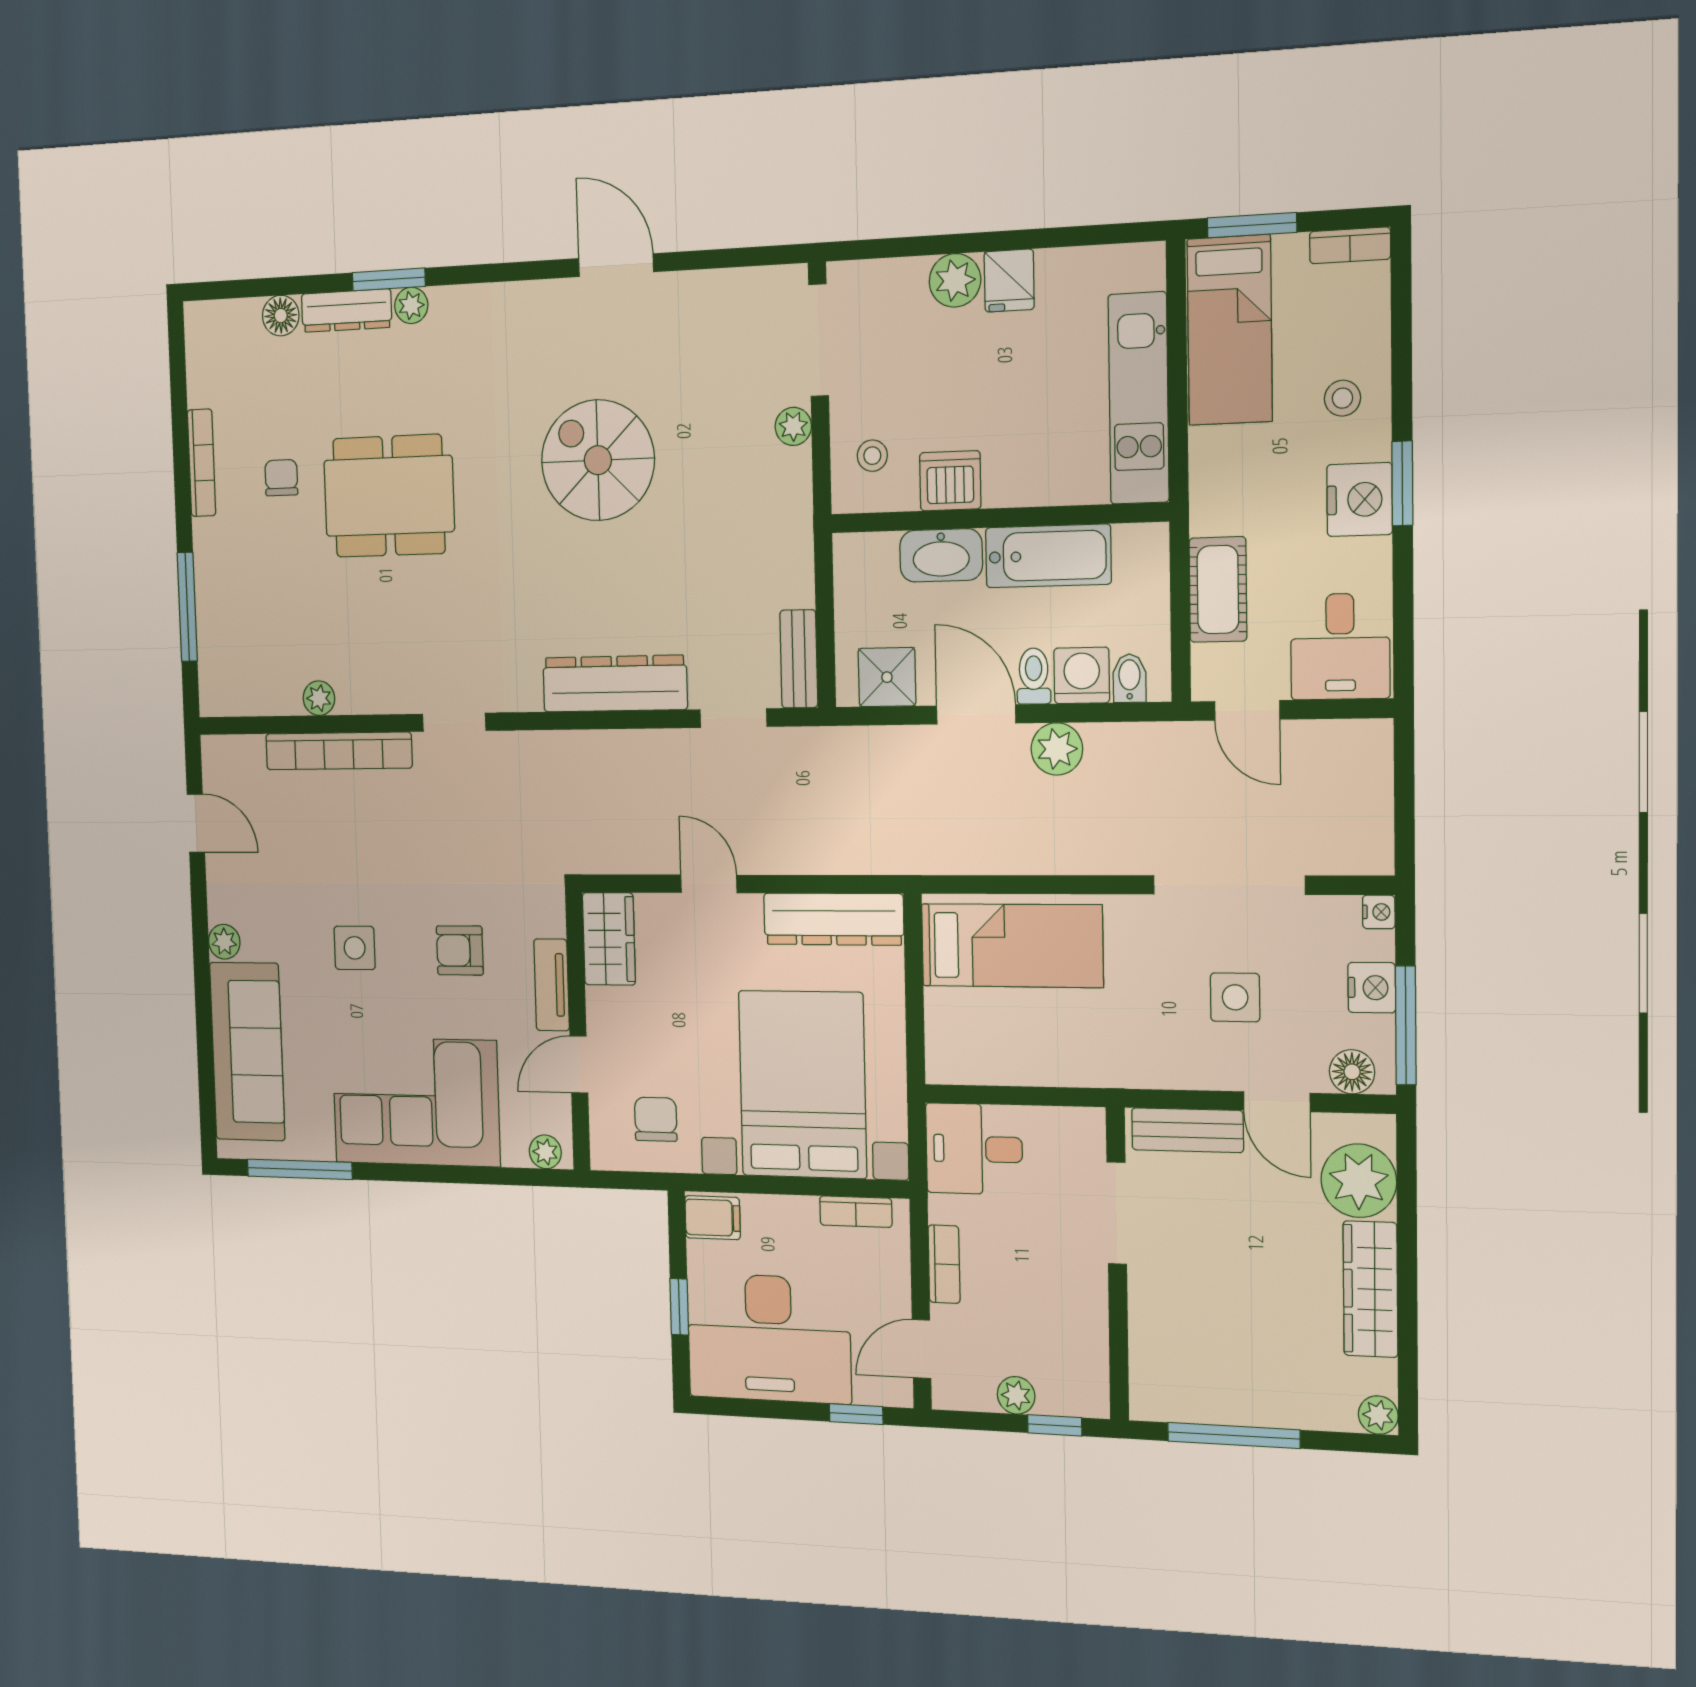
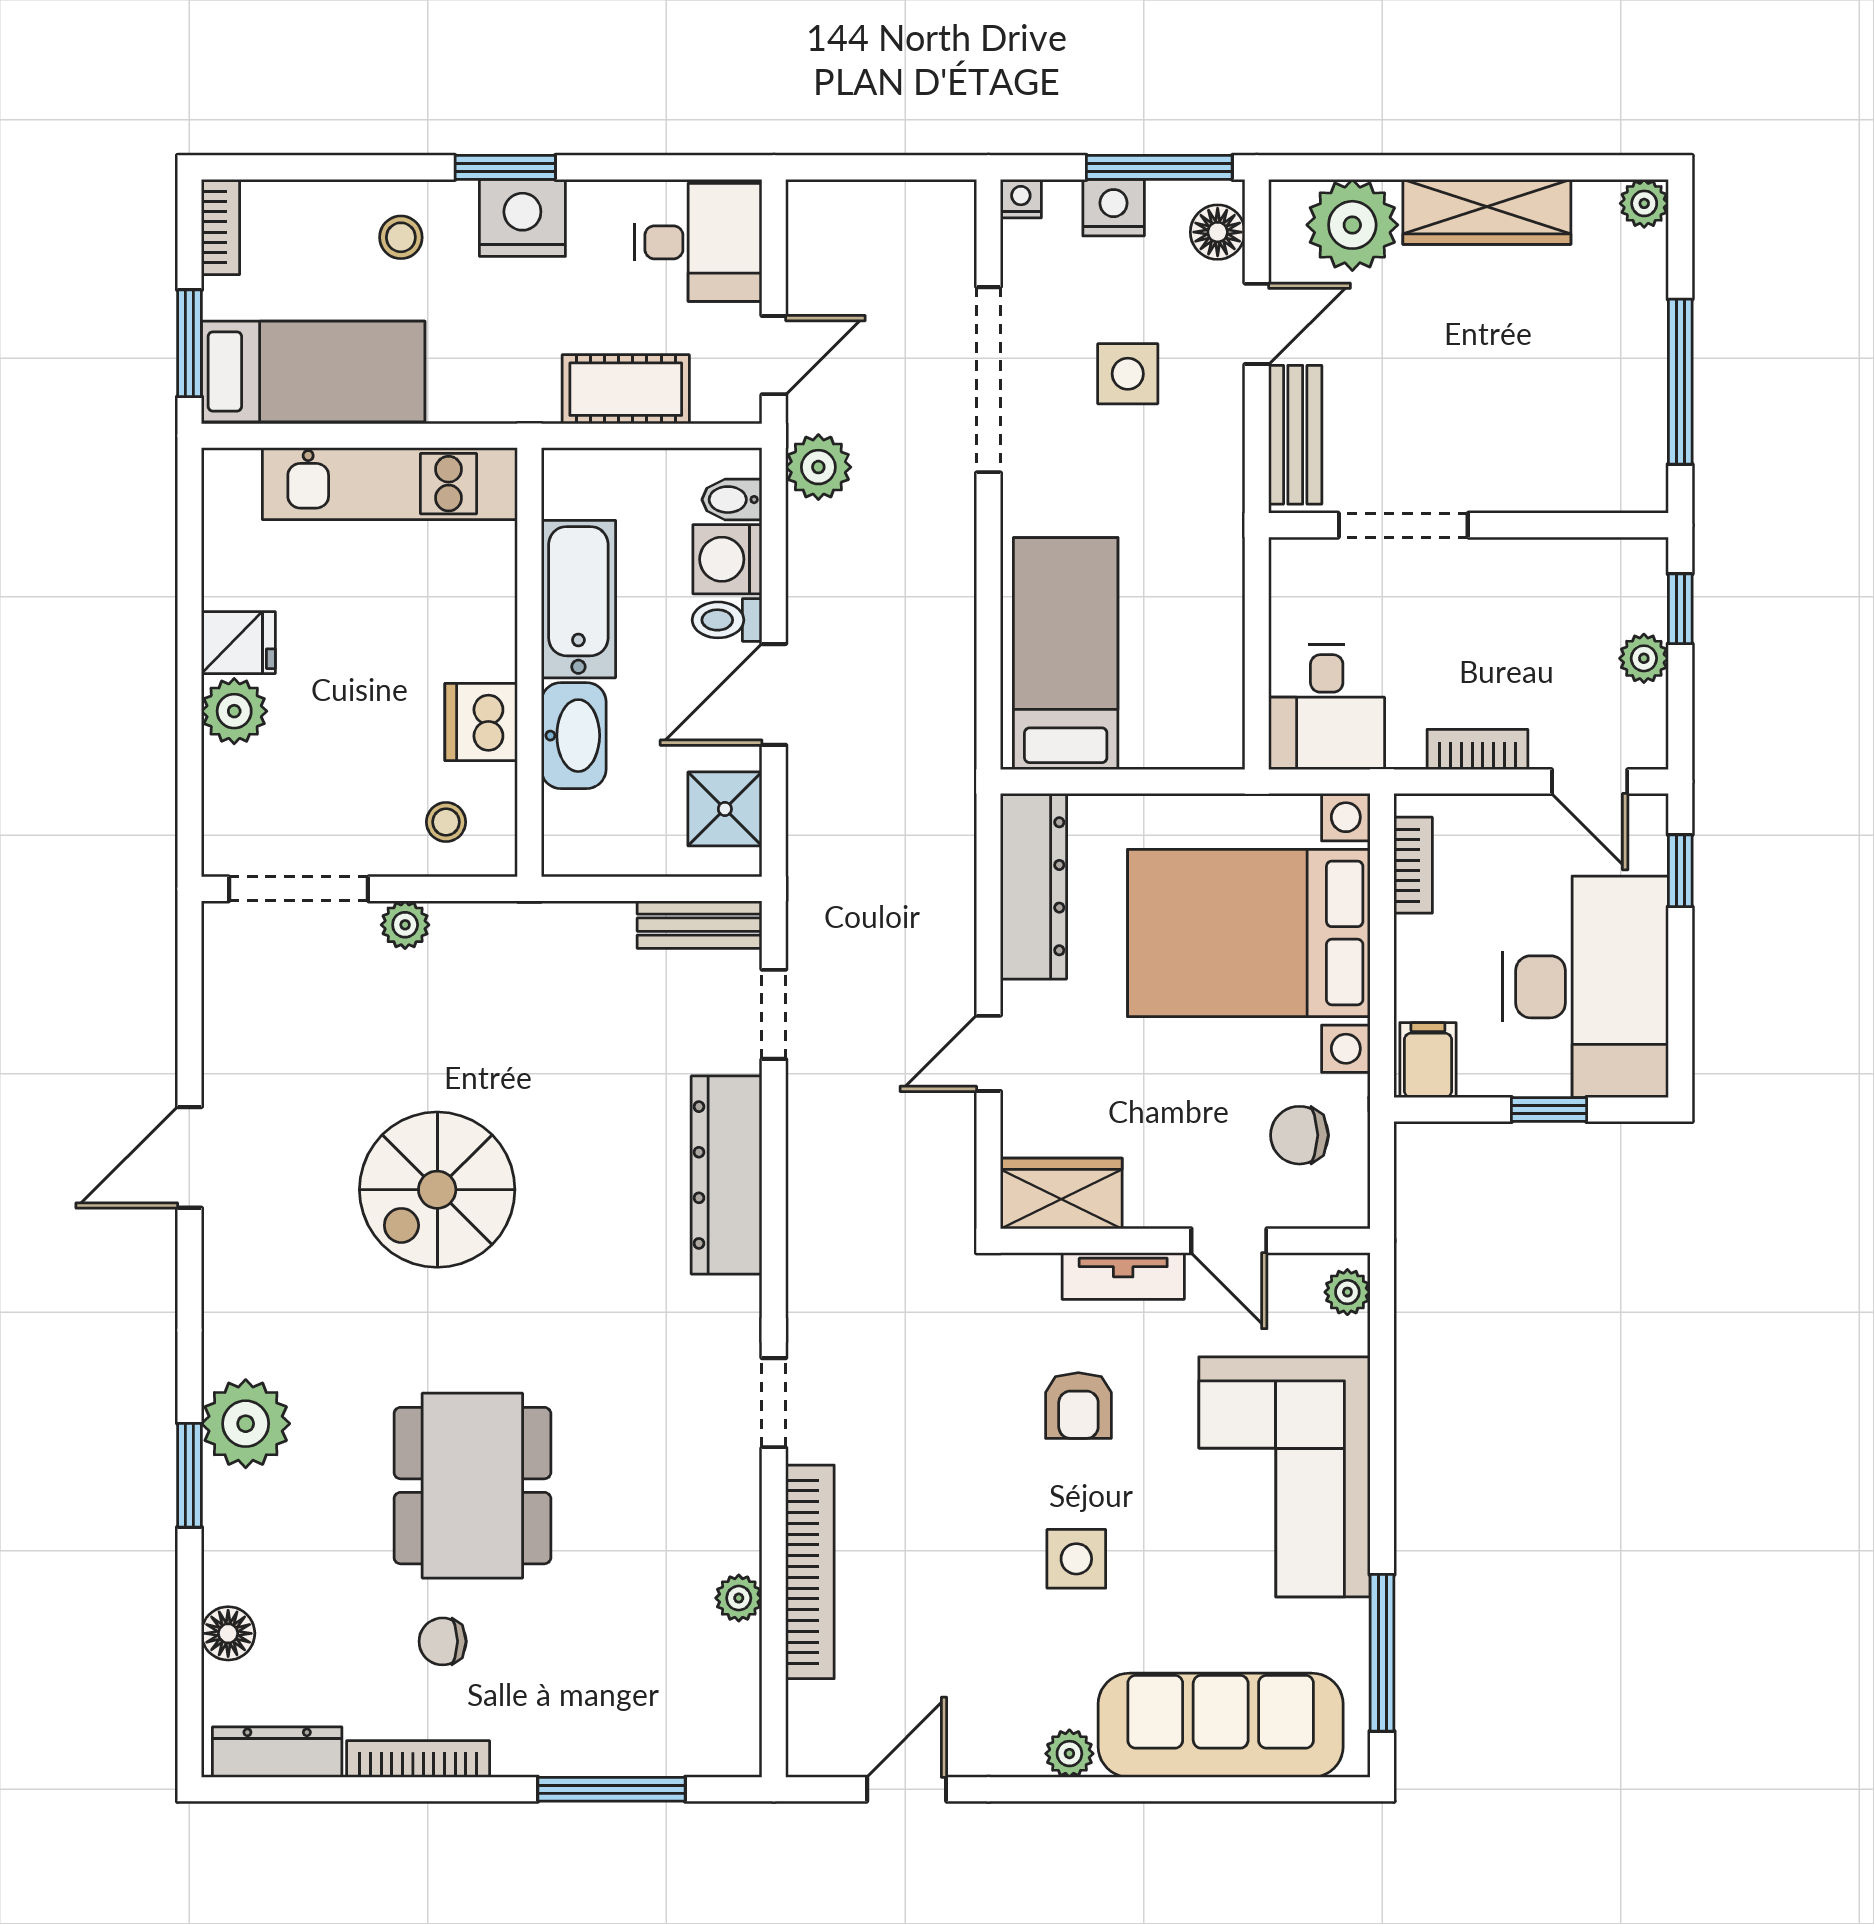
plant: (411, 305) -> (246, 1424), width x1.88, depth x1.88
dresser: (347, 311) -> (277, 1752), moved, turned -90
plant: (1057, 749) -> (818, 467), moved

